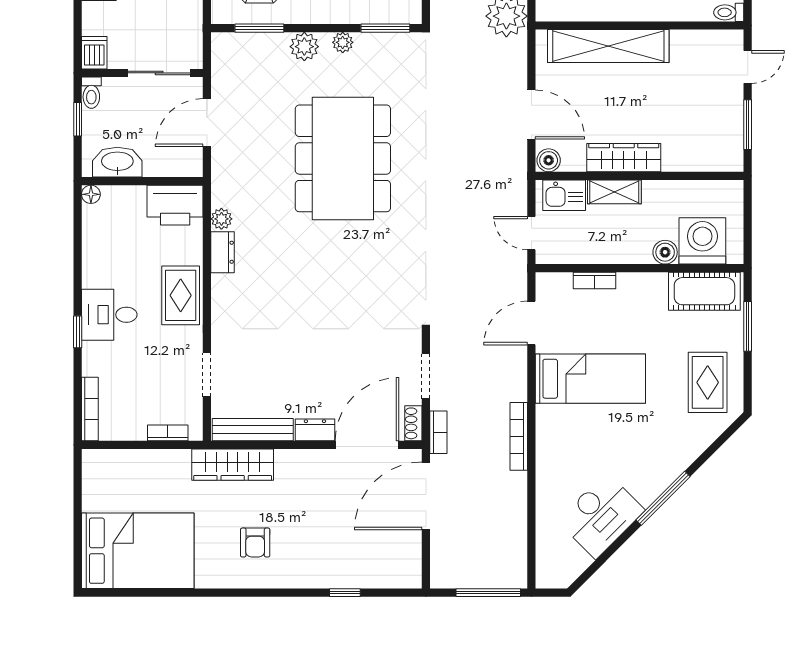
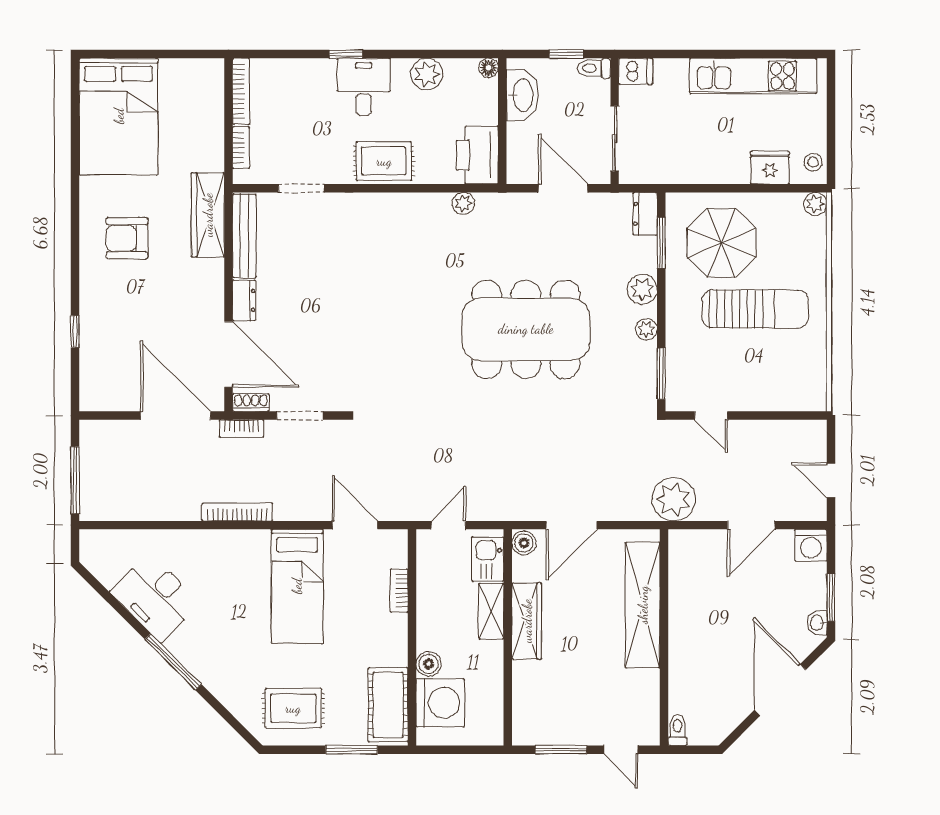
dresser: (223, 252) -> (645, 214), moved, turned 90
plant: (97, 254) -> (427, 74), added
bookcase: (90, 409) -> (241, 91), moved, turned -90
armchair: (255, 543) -> (127, 238), width x1.38, depth x1.38

